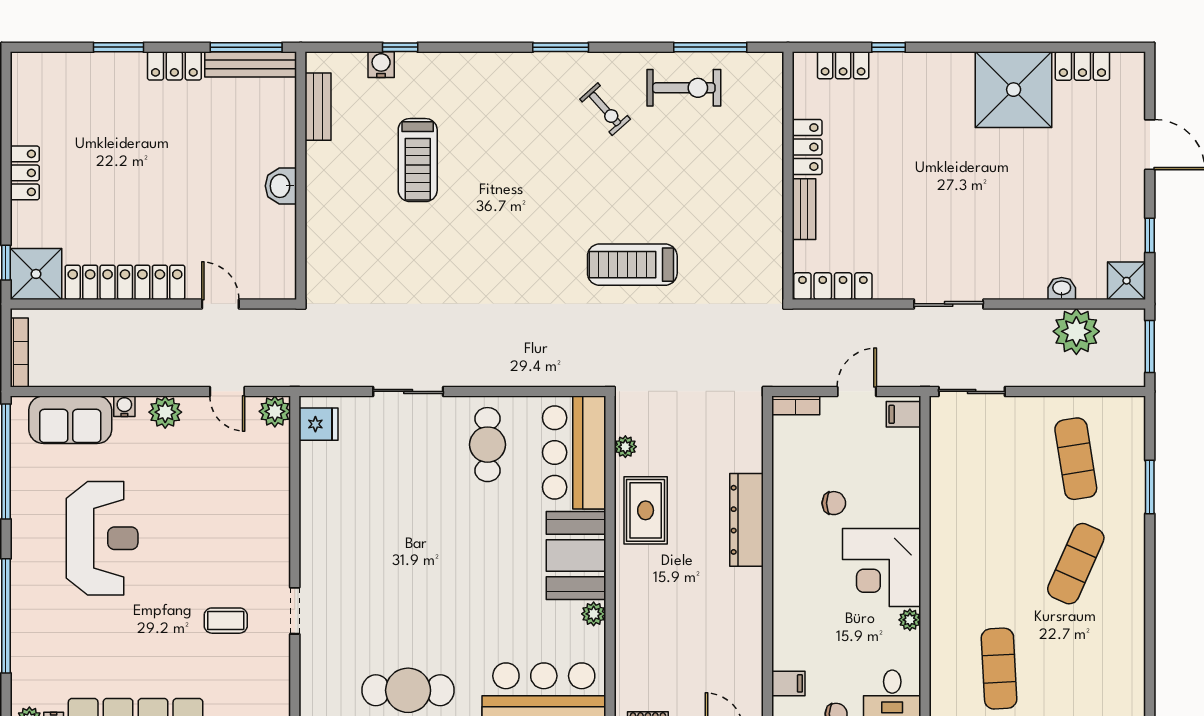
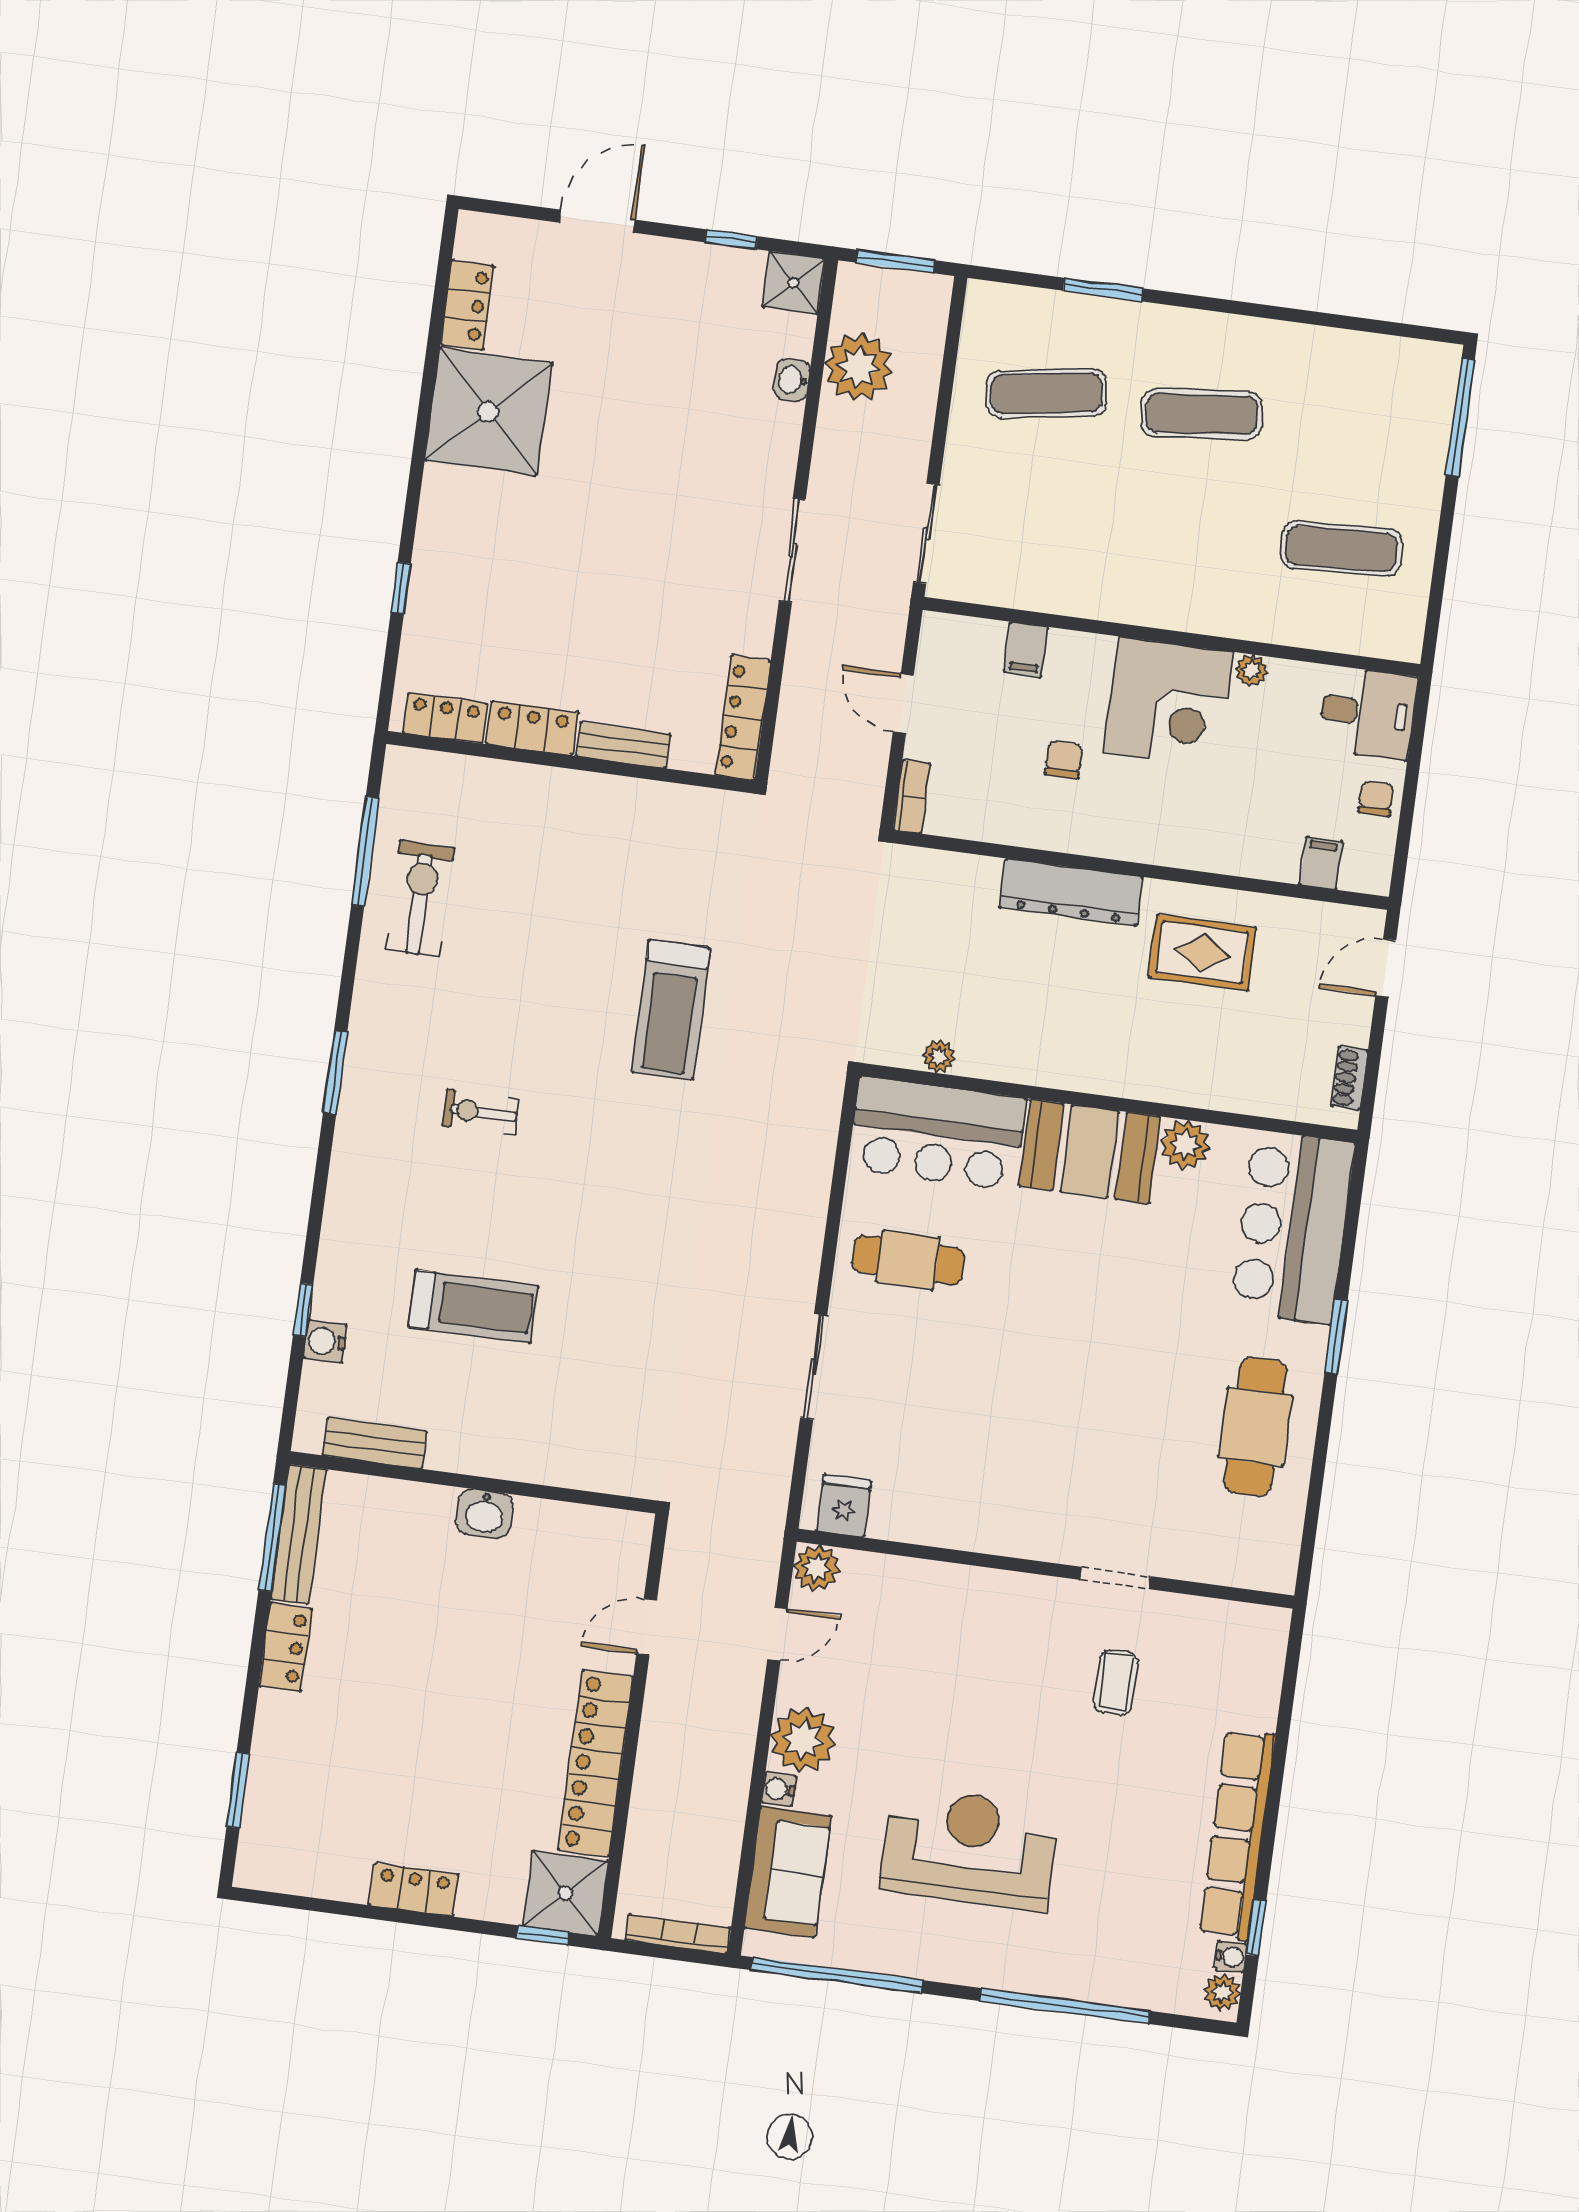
window: (119, 47) -> (238, 1790), moved
locker: (843, 65) -> (445, 718), moved, turned -90
exercise bike: (605, 109) -> (480, 1112), moved, turned -138
plant: (165, 412) -> (803, 1740), width x1.36, depth x1.36
filing cabinet: (904, 414) -> (1026, 650), moved
rug: (646, 510) -> (1202, 953), moved
exercise mat: (1076, 564) -> (1202, 414), turned -30
plant: (594, 614) -> (1185, 1145), width x1.38, depth x1.38

